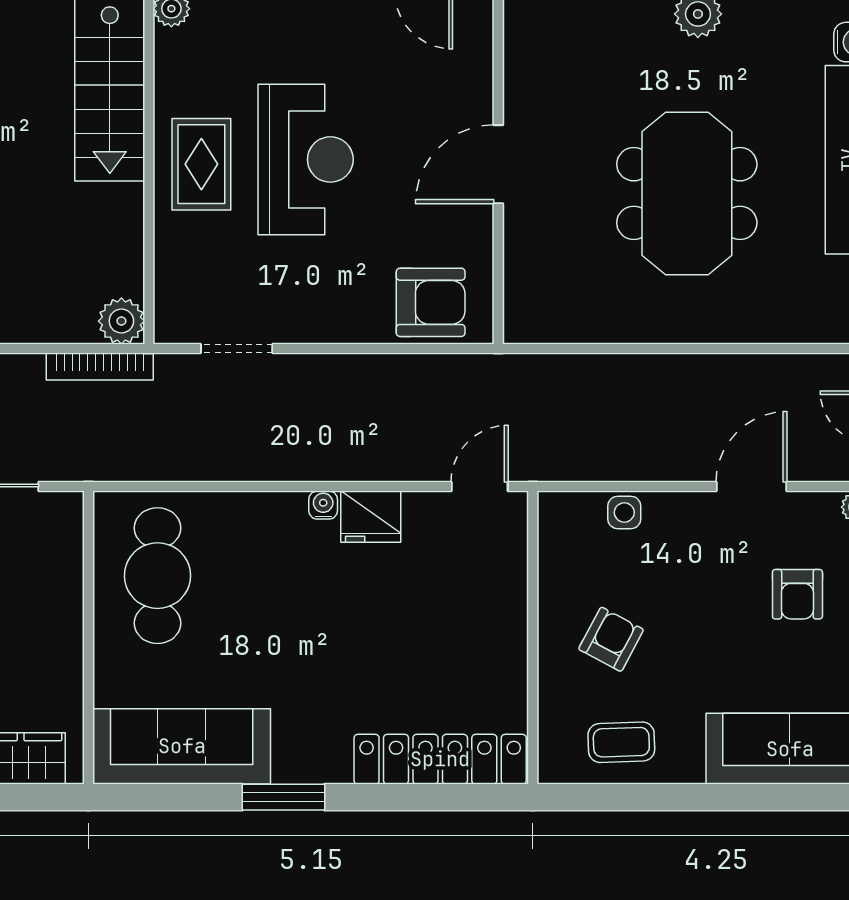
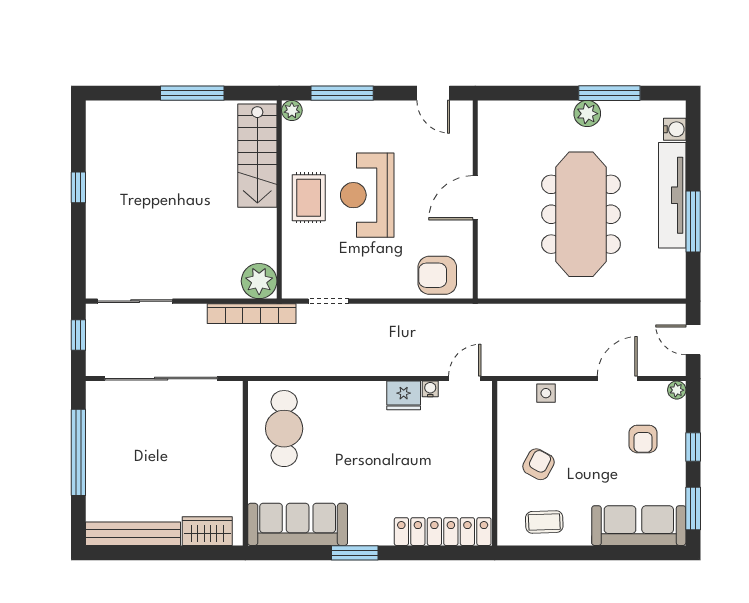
reception desk: (306, 159) -> (367, 195), turned 180
meeting table: (687, 194) -> (581, 214), width x1.36
armchair: (431, 302) -> (437, 275), turned 180
plant: (121, 321) -> (259, 281), width x1.36, depth x1.36
bookcase: (100, 366) -> (252, 314), width x1.48, depth x1.31
water cooler: (323, 505) -> (430, 389), moved

